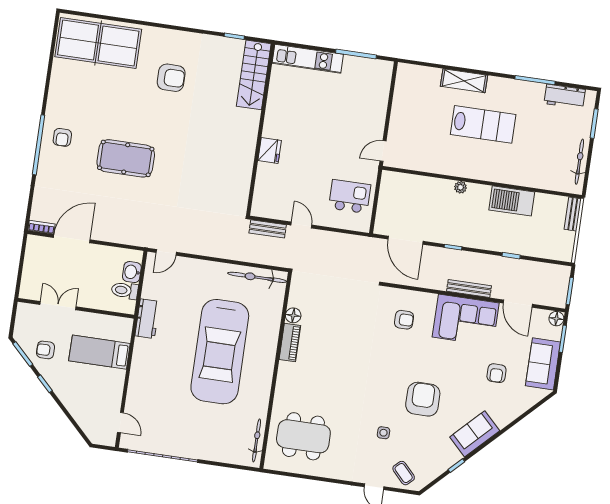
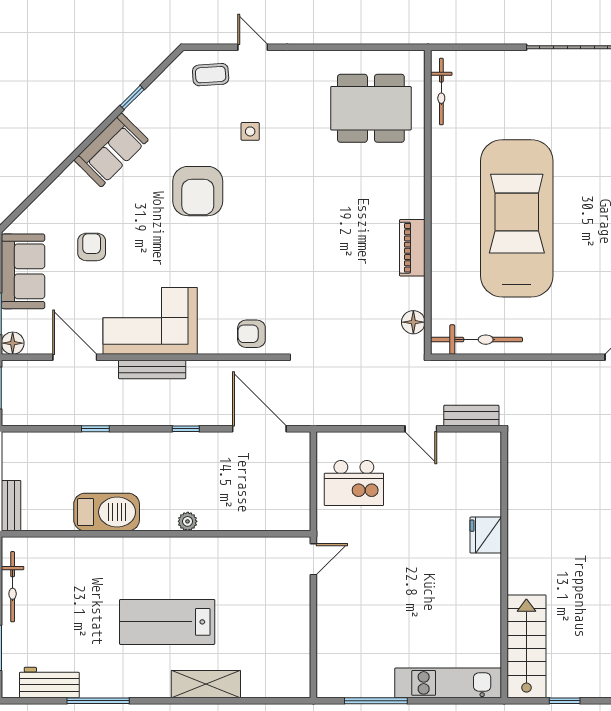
floor lamp: (293, 315) -> (413, 322), moved
armchair: (404, 320) -> (251, 334), moved
coffee table: (404, 473) -> (211, 75), turned -51

